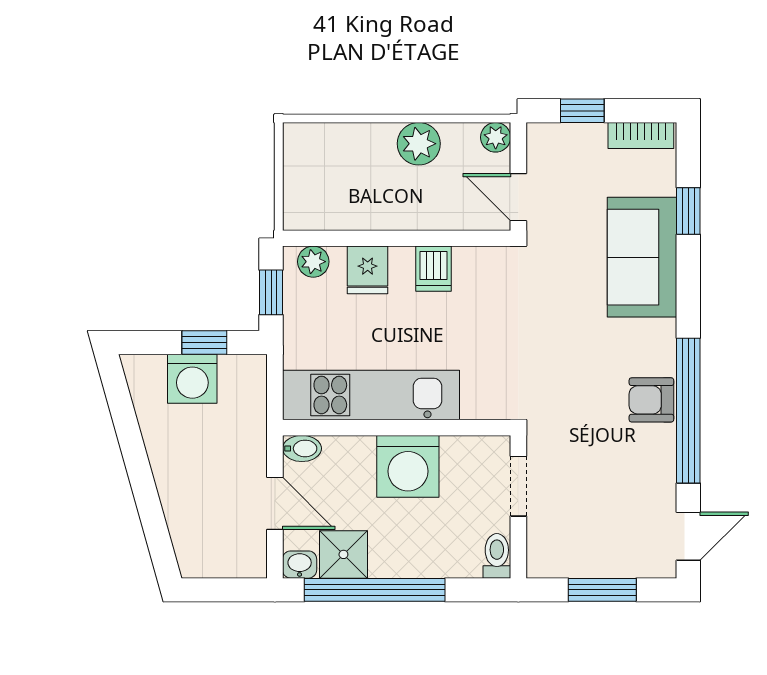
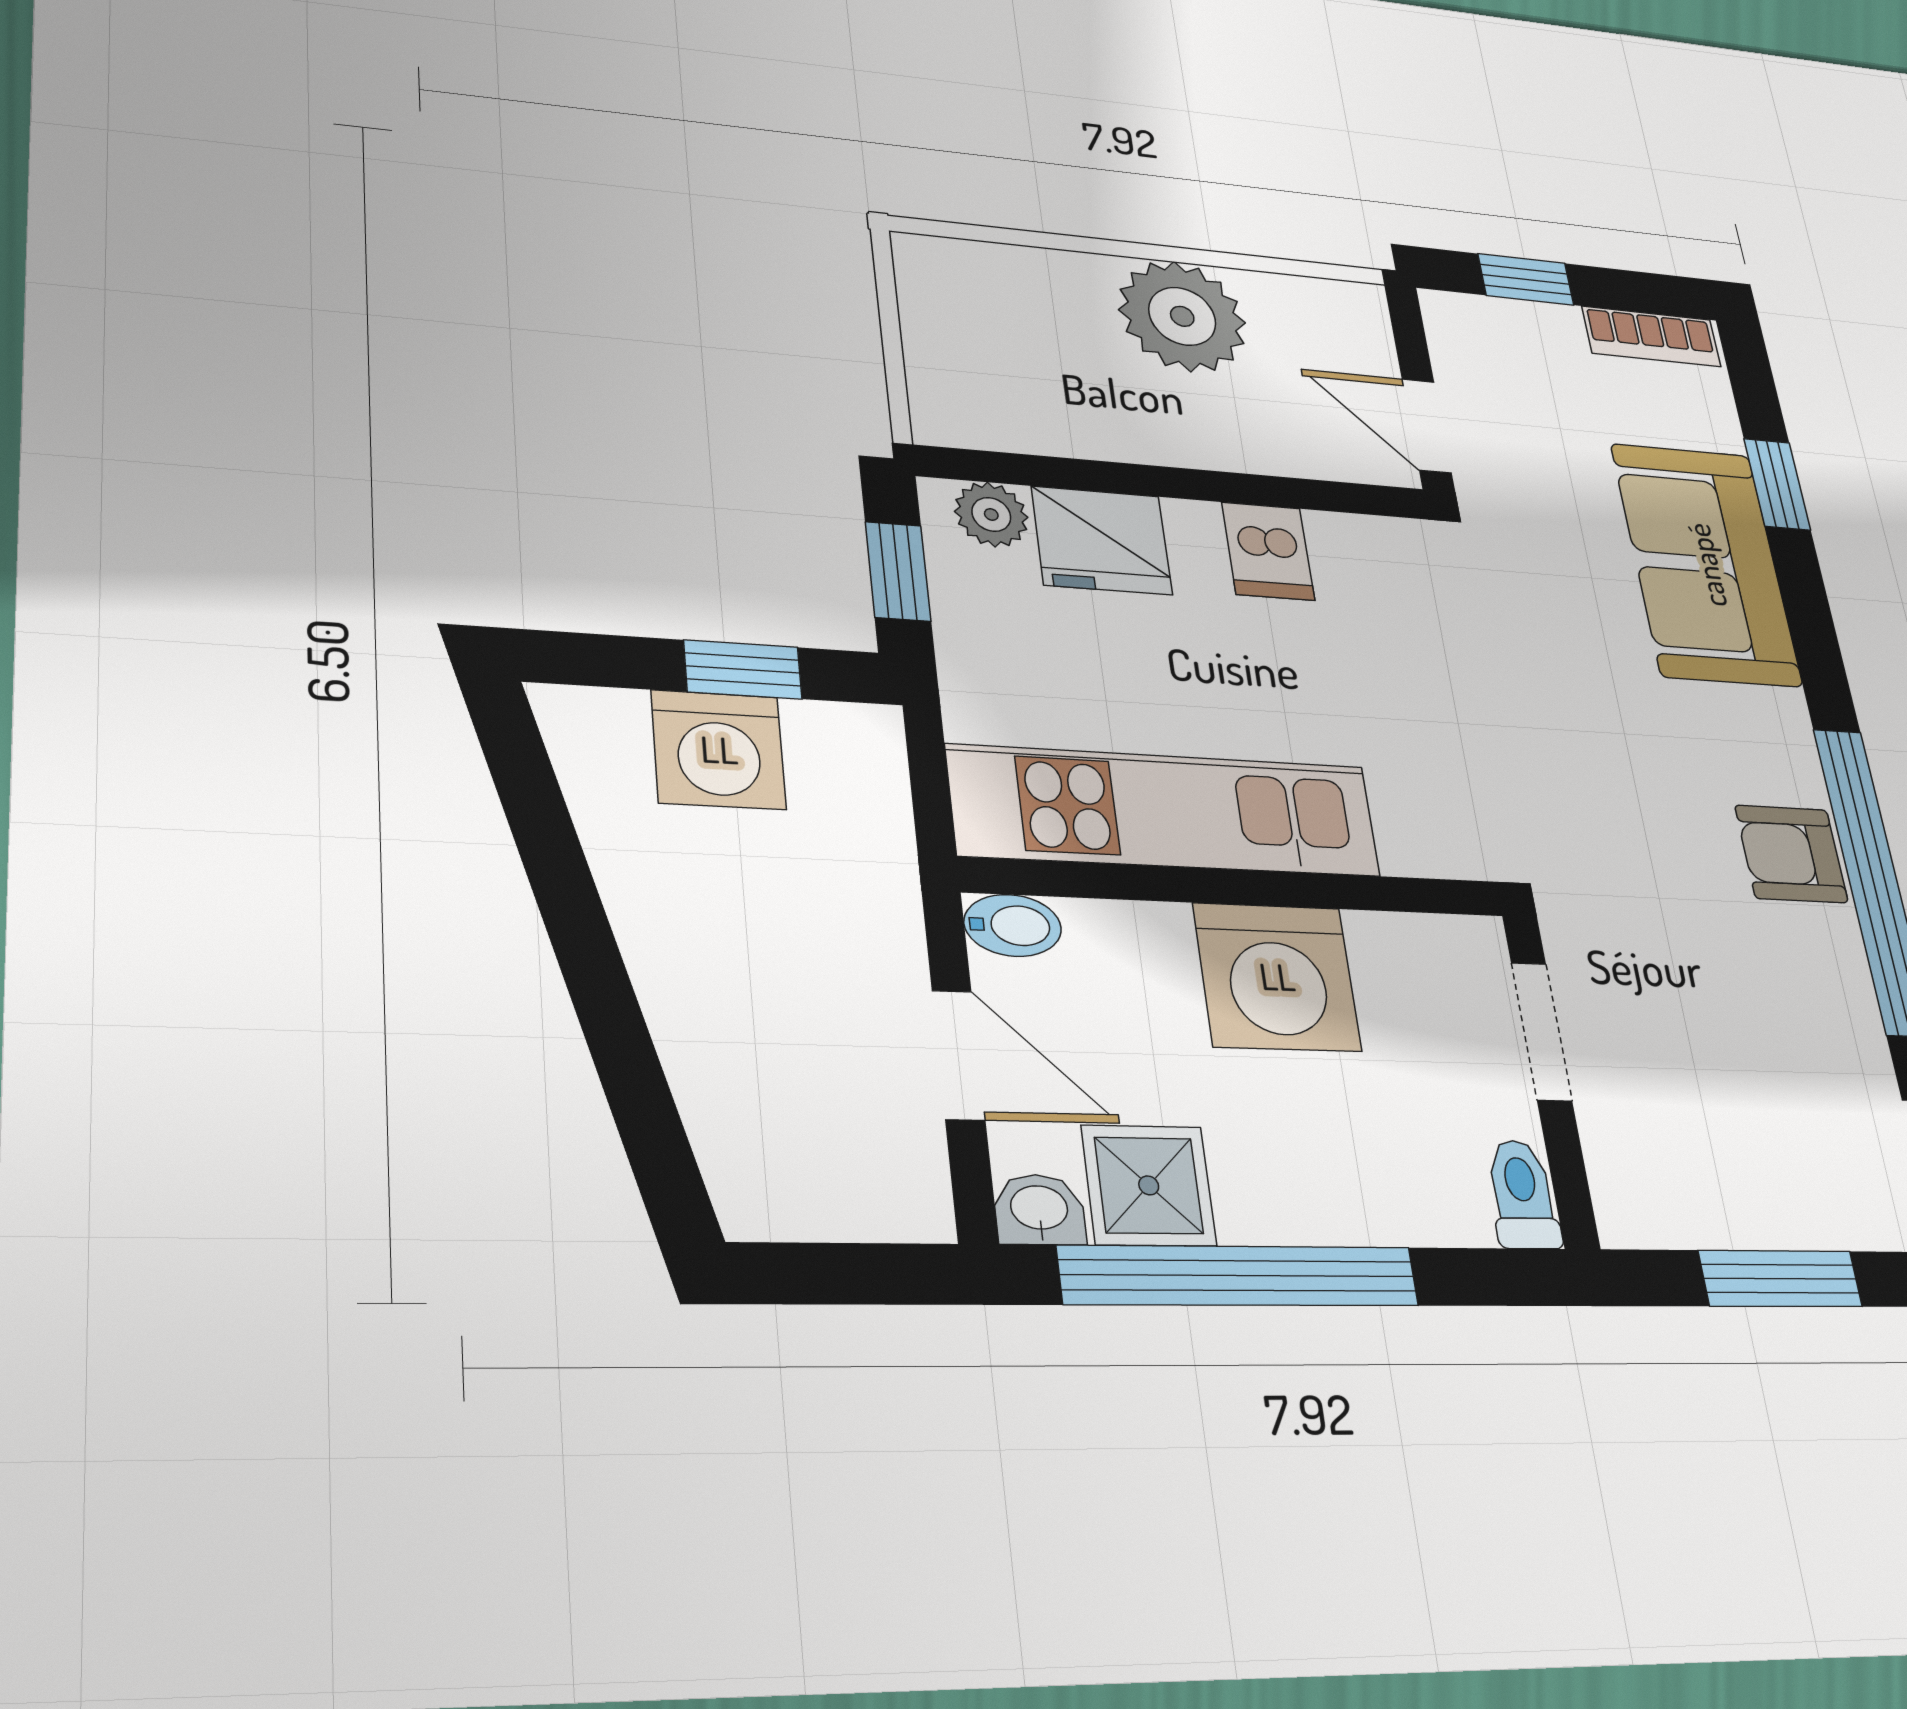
plant: (496, 137) -> (1358, 309), removed
plant: (419, 144) -> (1182, 316), width x1.36, depth x1.36
fridge: (368, 270) -> (1102, 540), width x1.38

